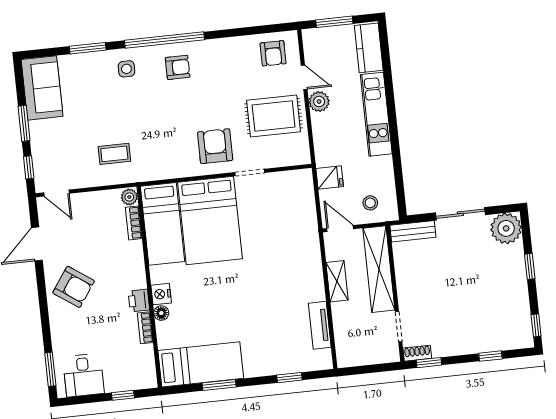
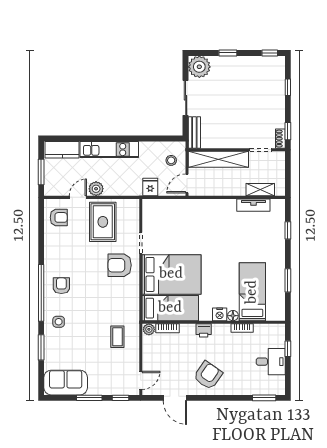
shelving: (337, 281) -> (260, 190), moved
printer: (139, 301) -> (204, 330), moved
bed: (201, 364) -> (252, 292), moved
desk: (84, 375) -> (271, 362), moved

